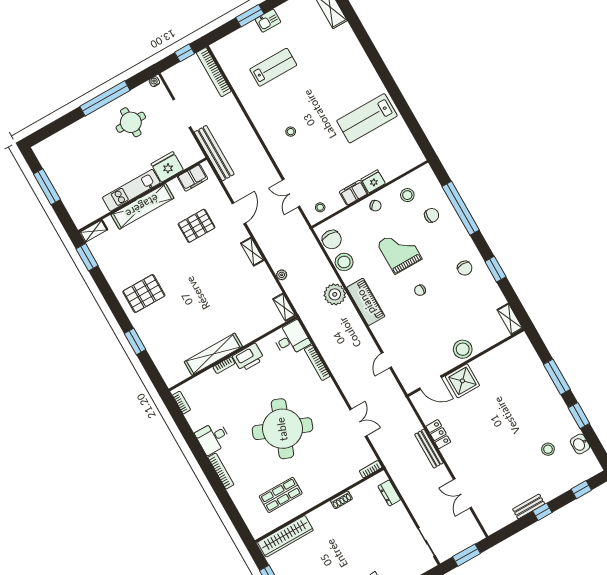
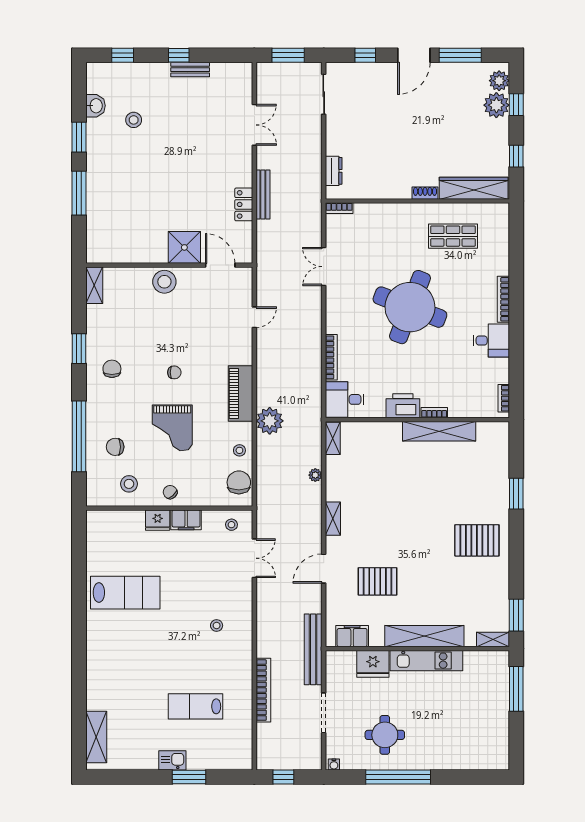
bookcase: (214, 72) -> (263, 690), moved
window: (47, 187) -> (516, 689), moved
stool: (344, 262) -> (239, 450), width x0.53, depth x0.53
shoe rack: (341, 500) -> (425, 193), moved

